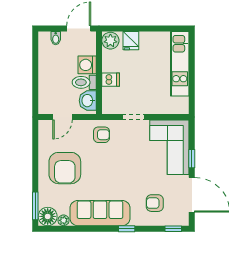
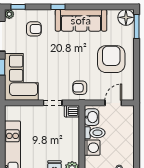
dishwasher: (111, 80) -> (72, 111), moved
plant: (64, 220) -> (9, 14), moved

